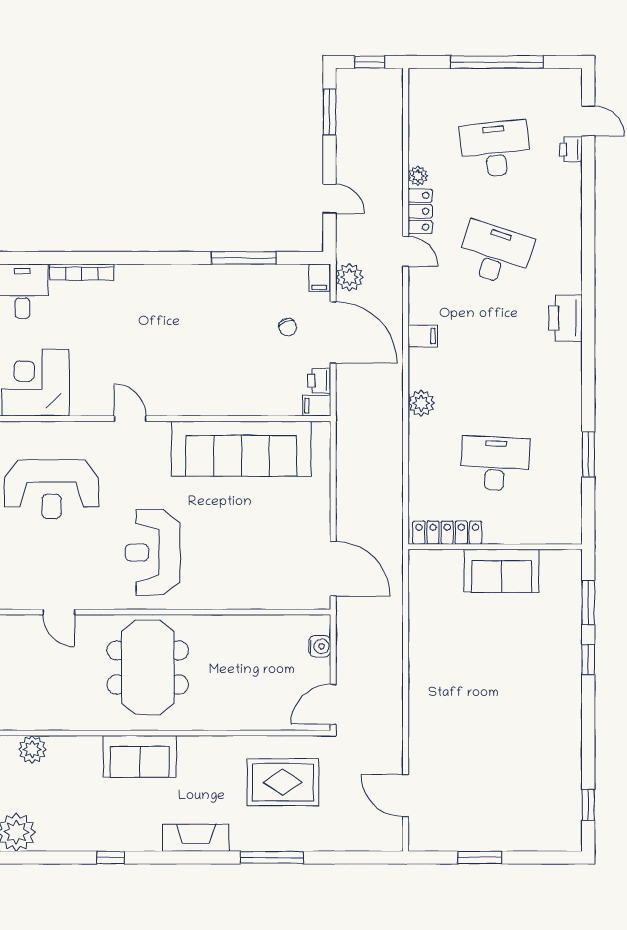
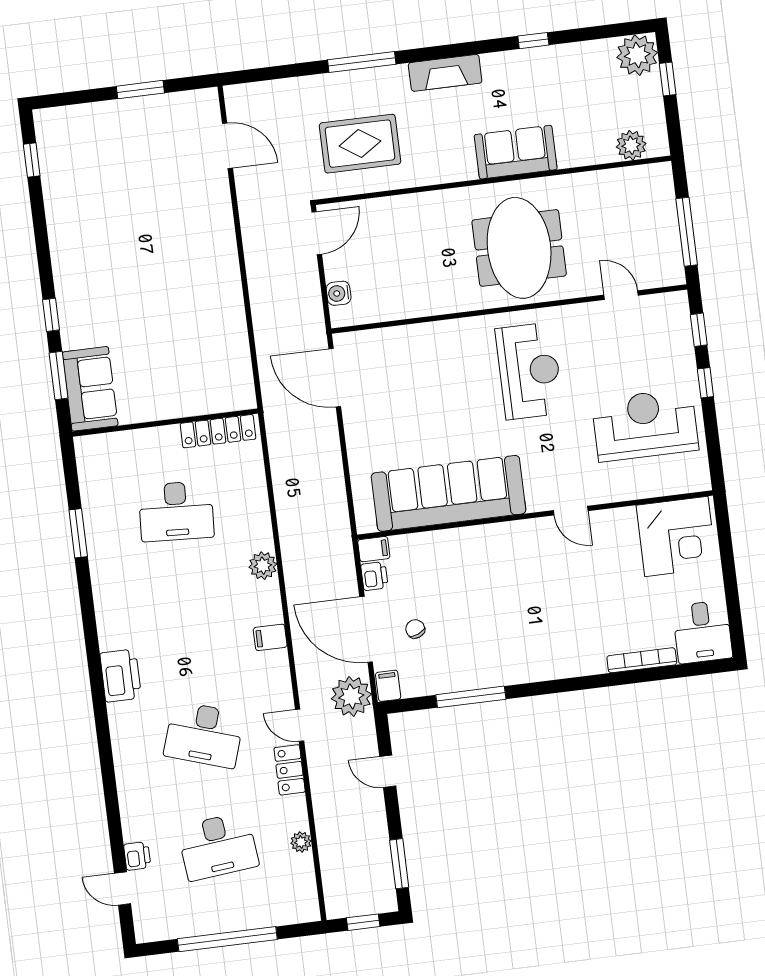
plant: (418, 176) -> (301, 842), moved
plant: (349, 277) -> (351, 696), width x1.36, depth x1.36
sofa: (502, 571) -> (90, 389), moved, turned 90

